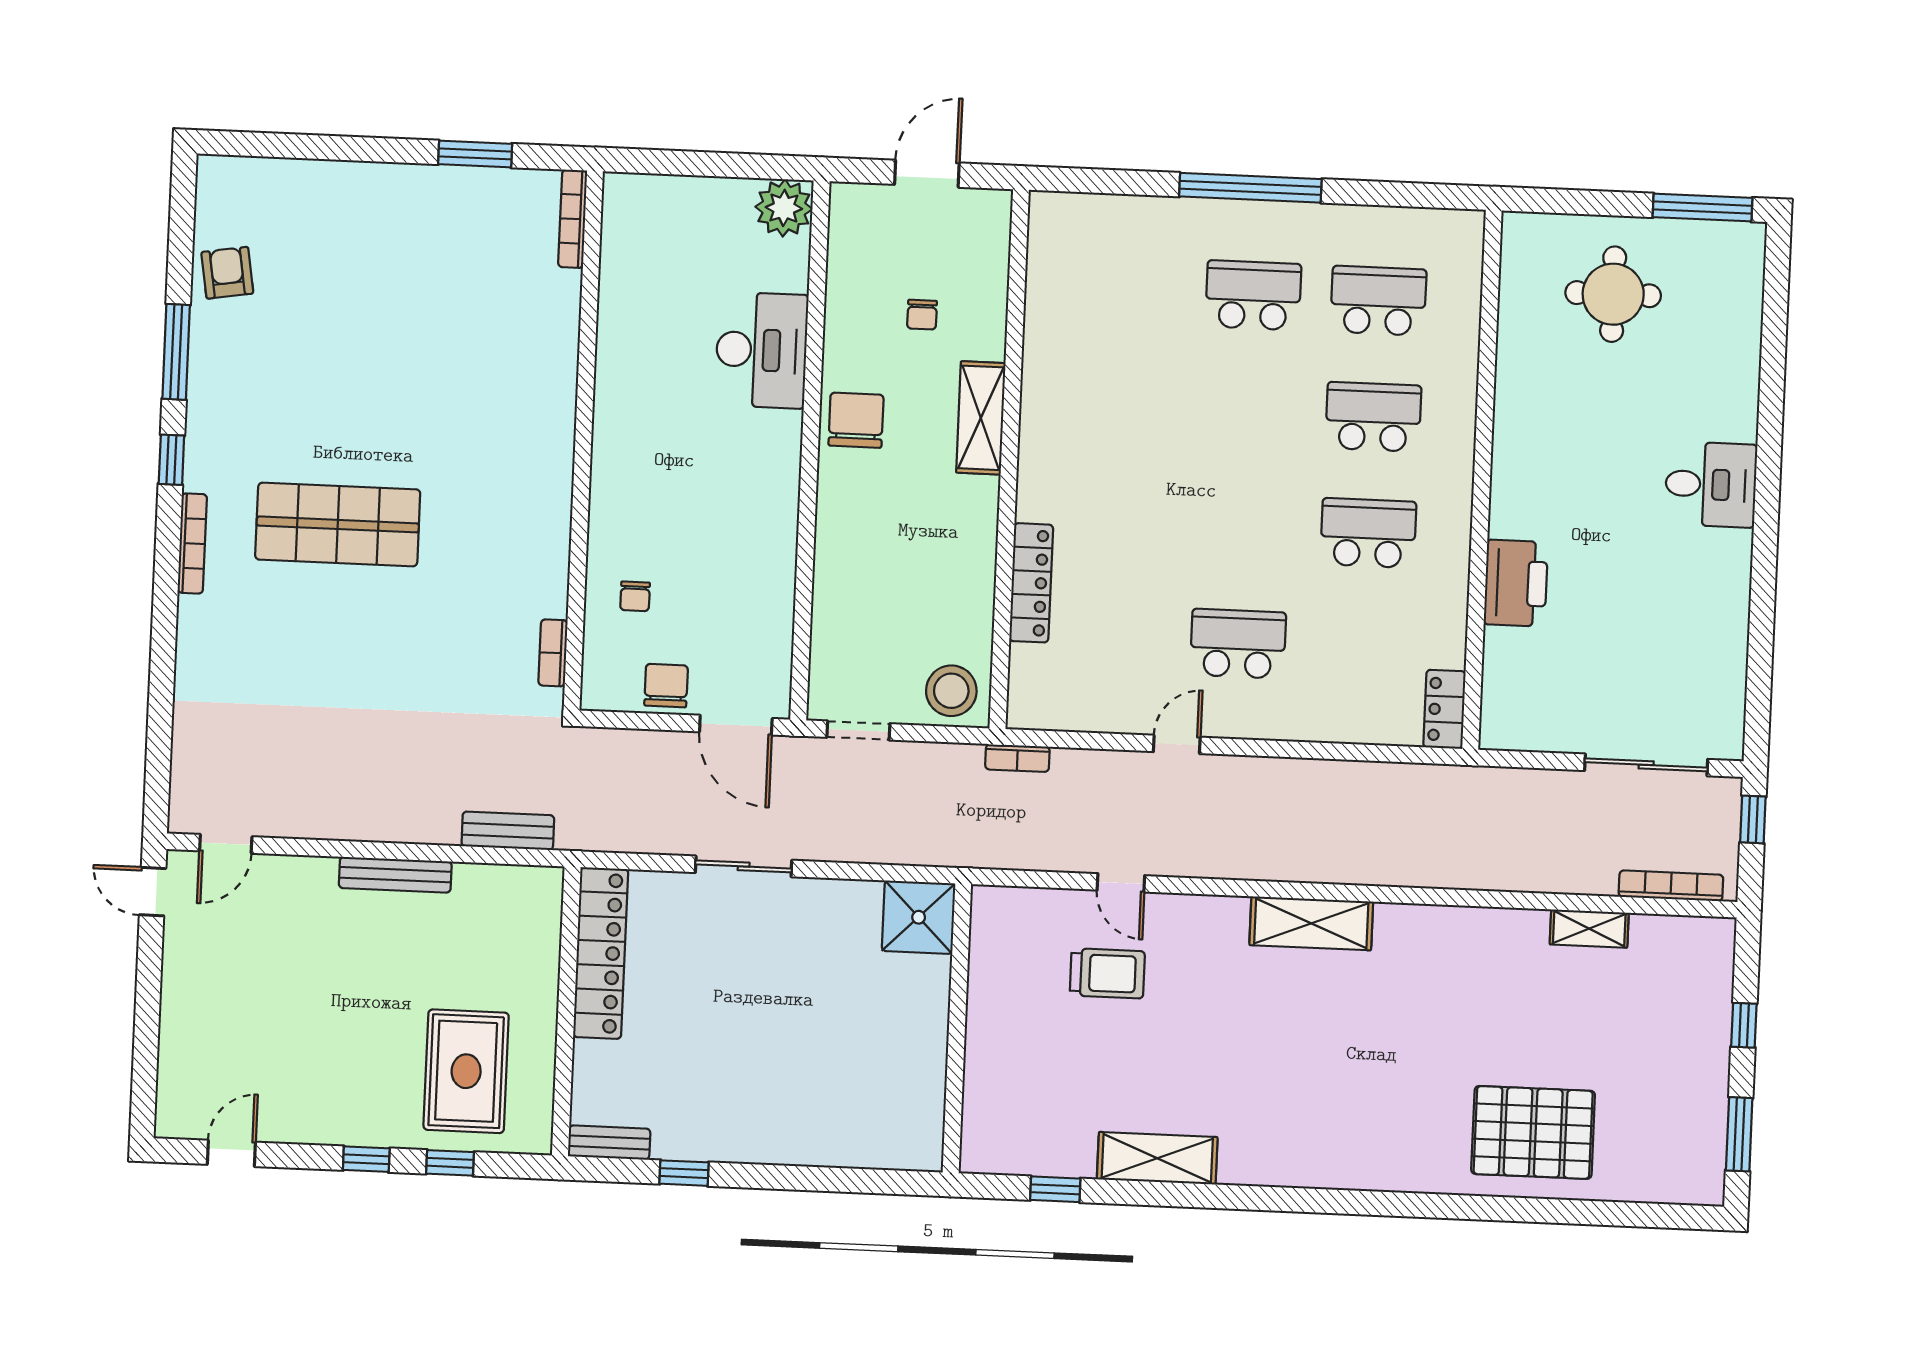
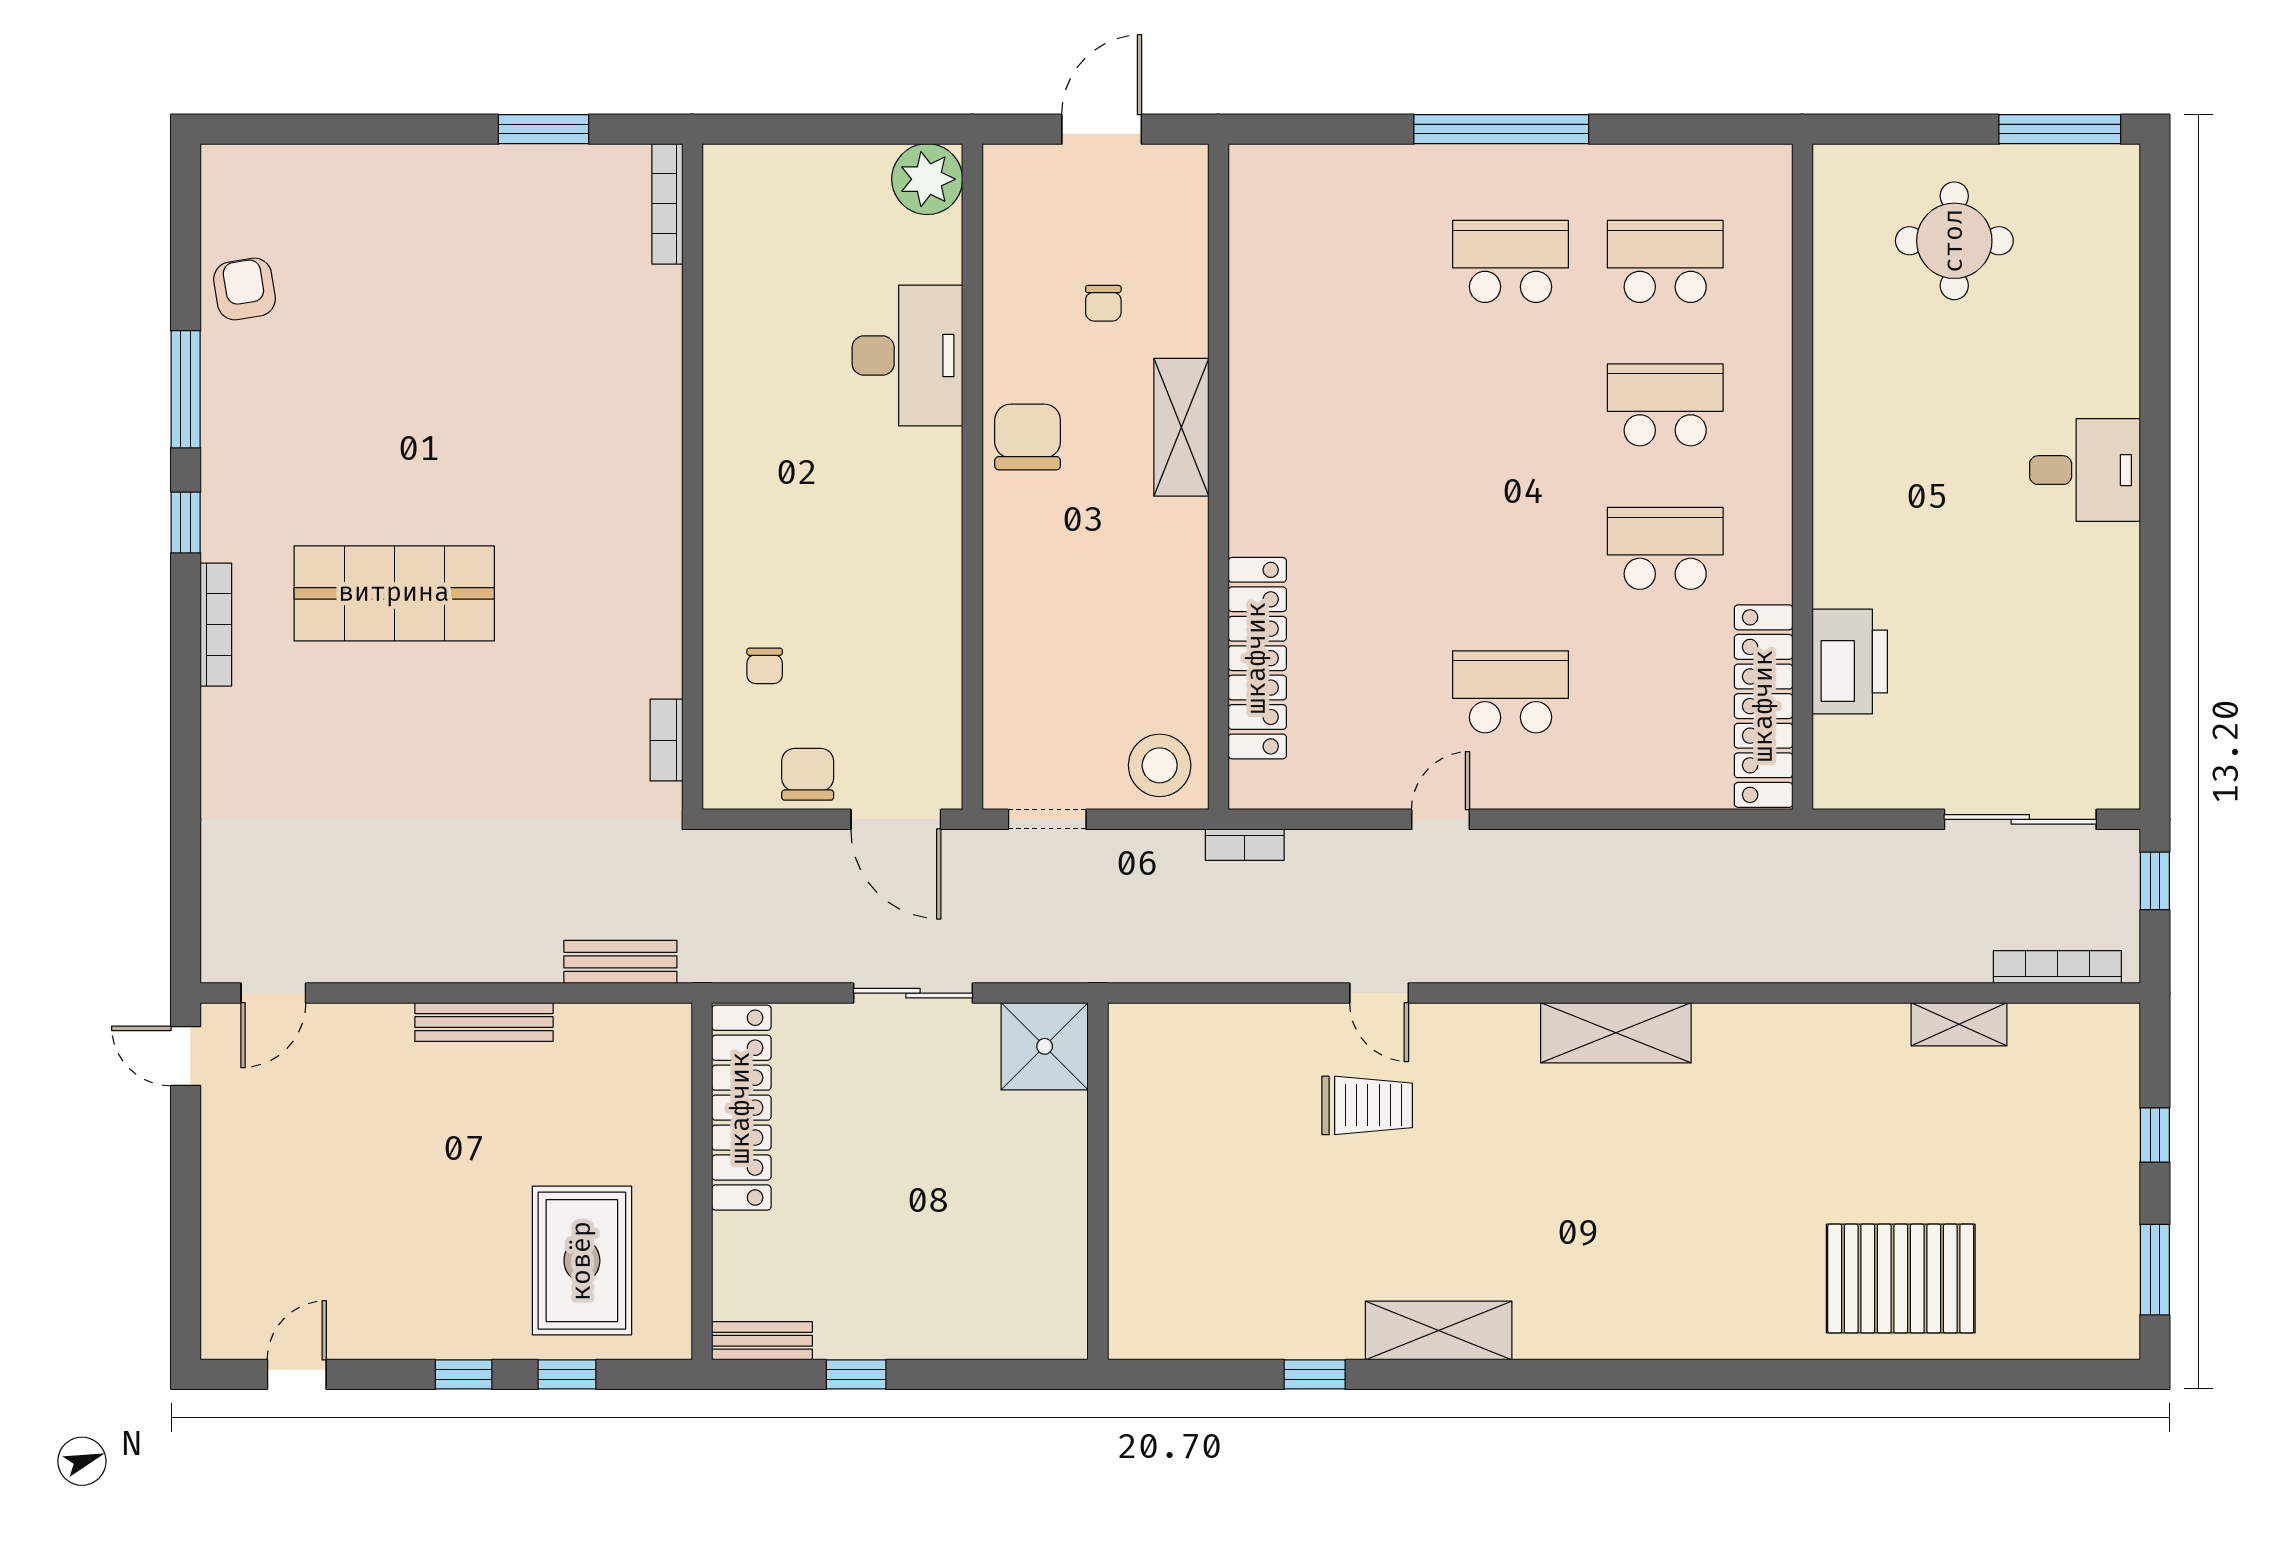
locker: (1031, 583) -> (1257, 658), width x1.41, depth x1.21
printer: (1516, 583) -> (1850, 662), moved
locker: (1444, 709) -> (1764, 706), width x2.16, depth x1.21
shower: (919, 917) -> (1045, 1046), moved
wall: (957, 1028) -> (1098, 1181), moved

